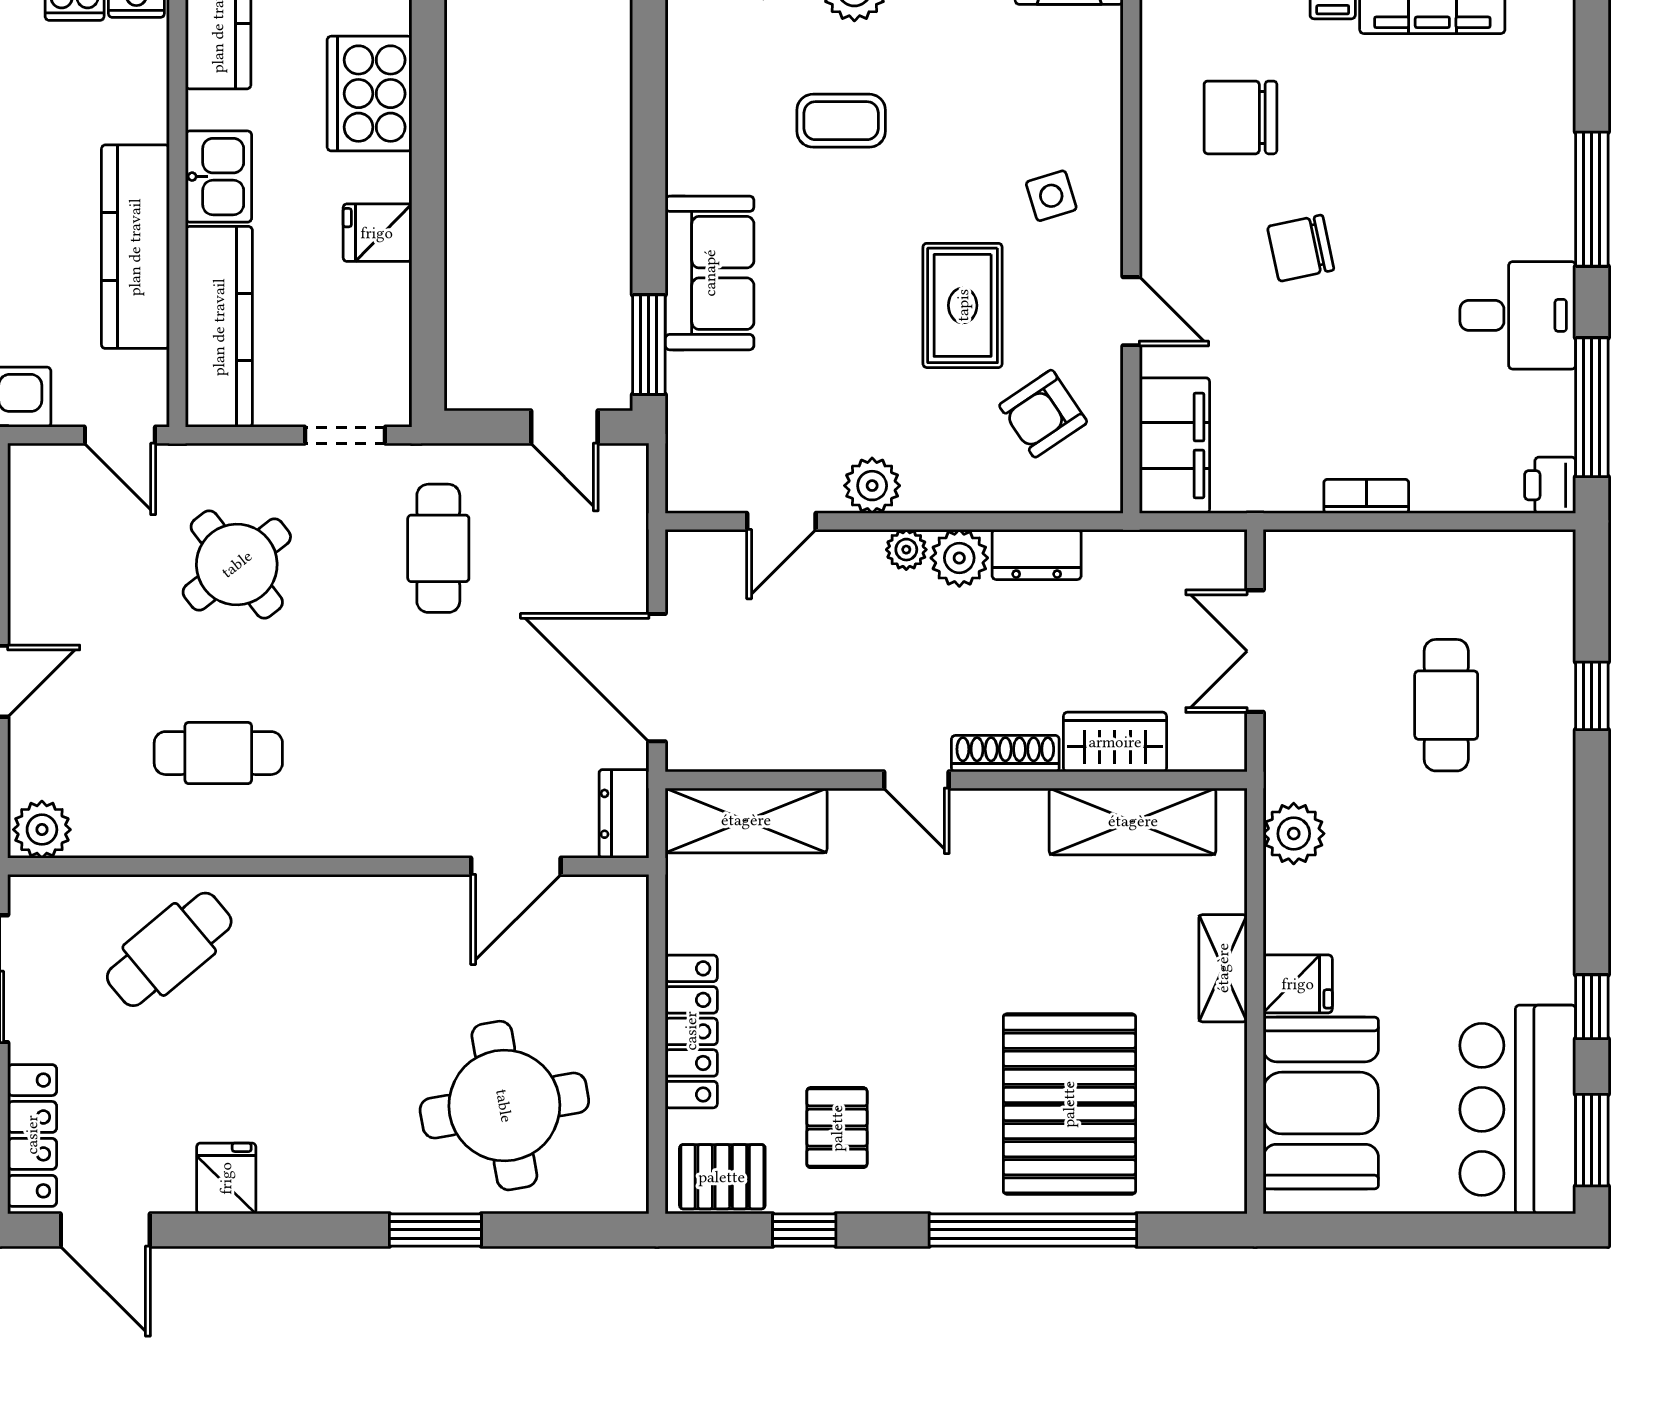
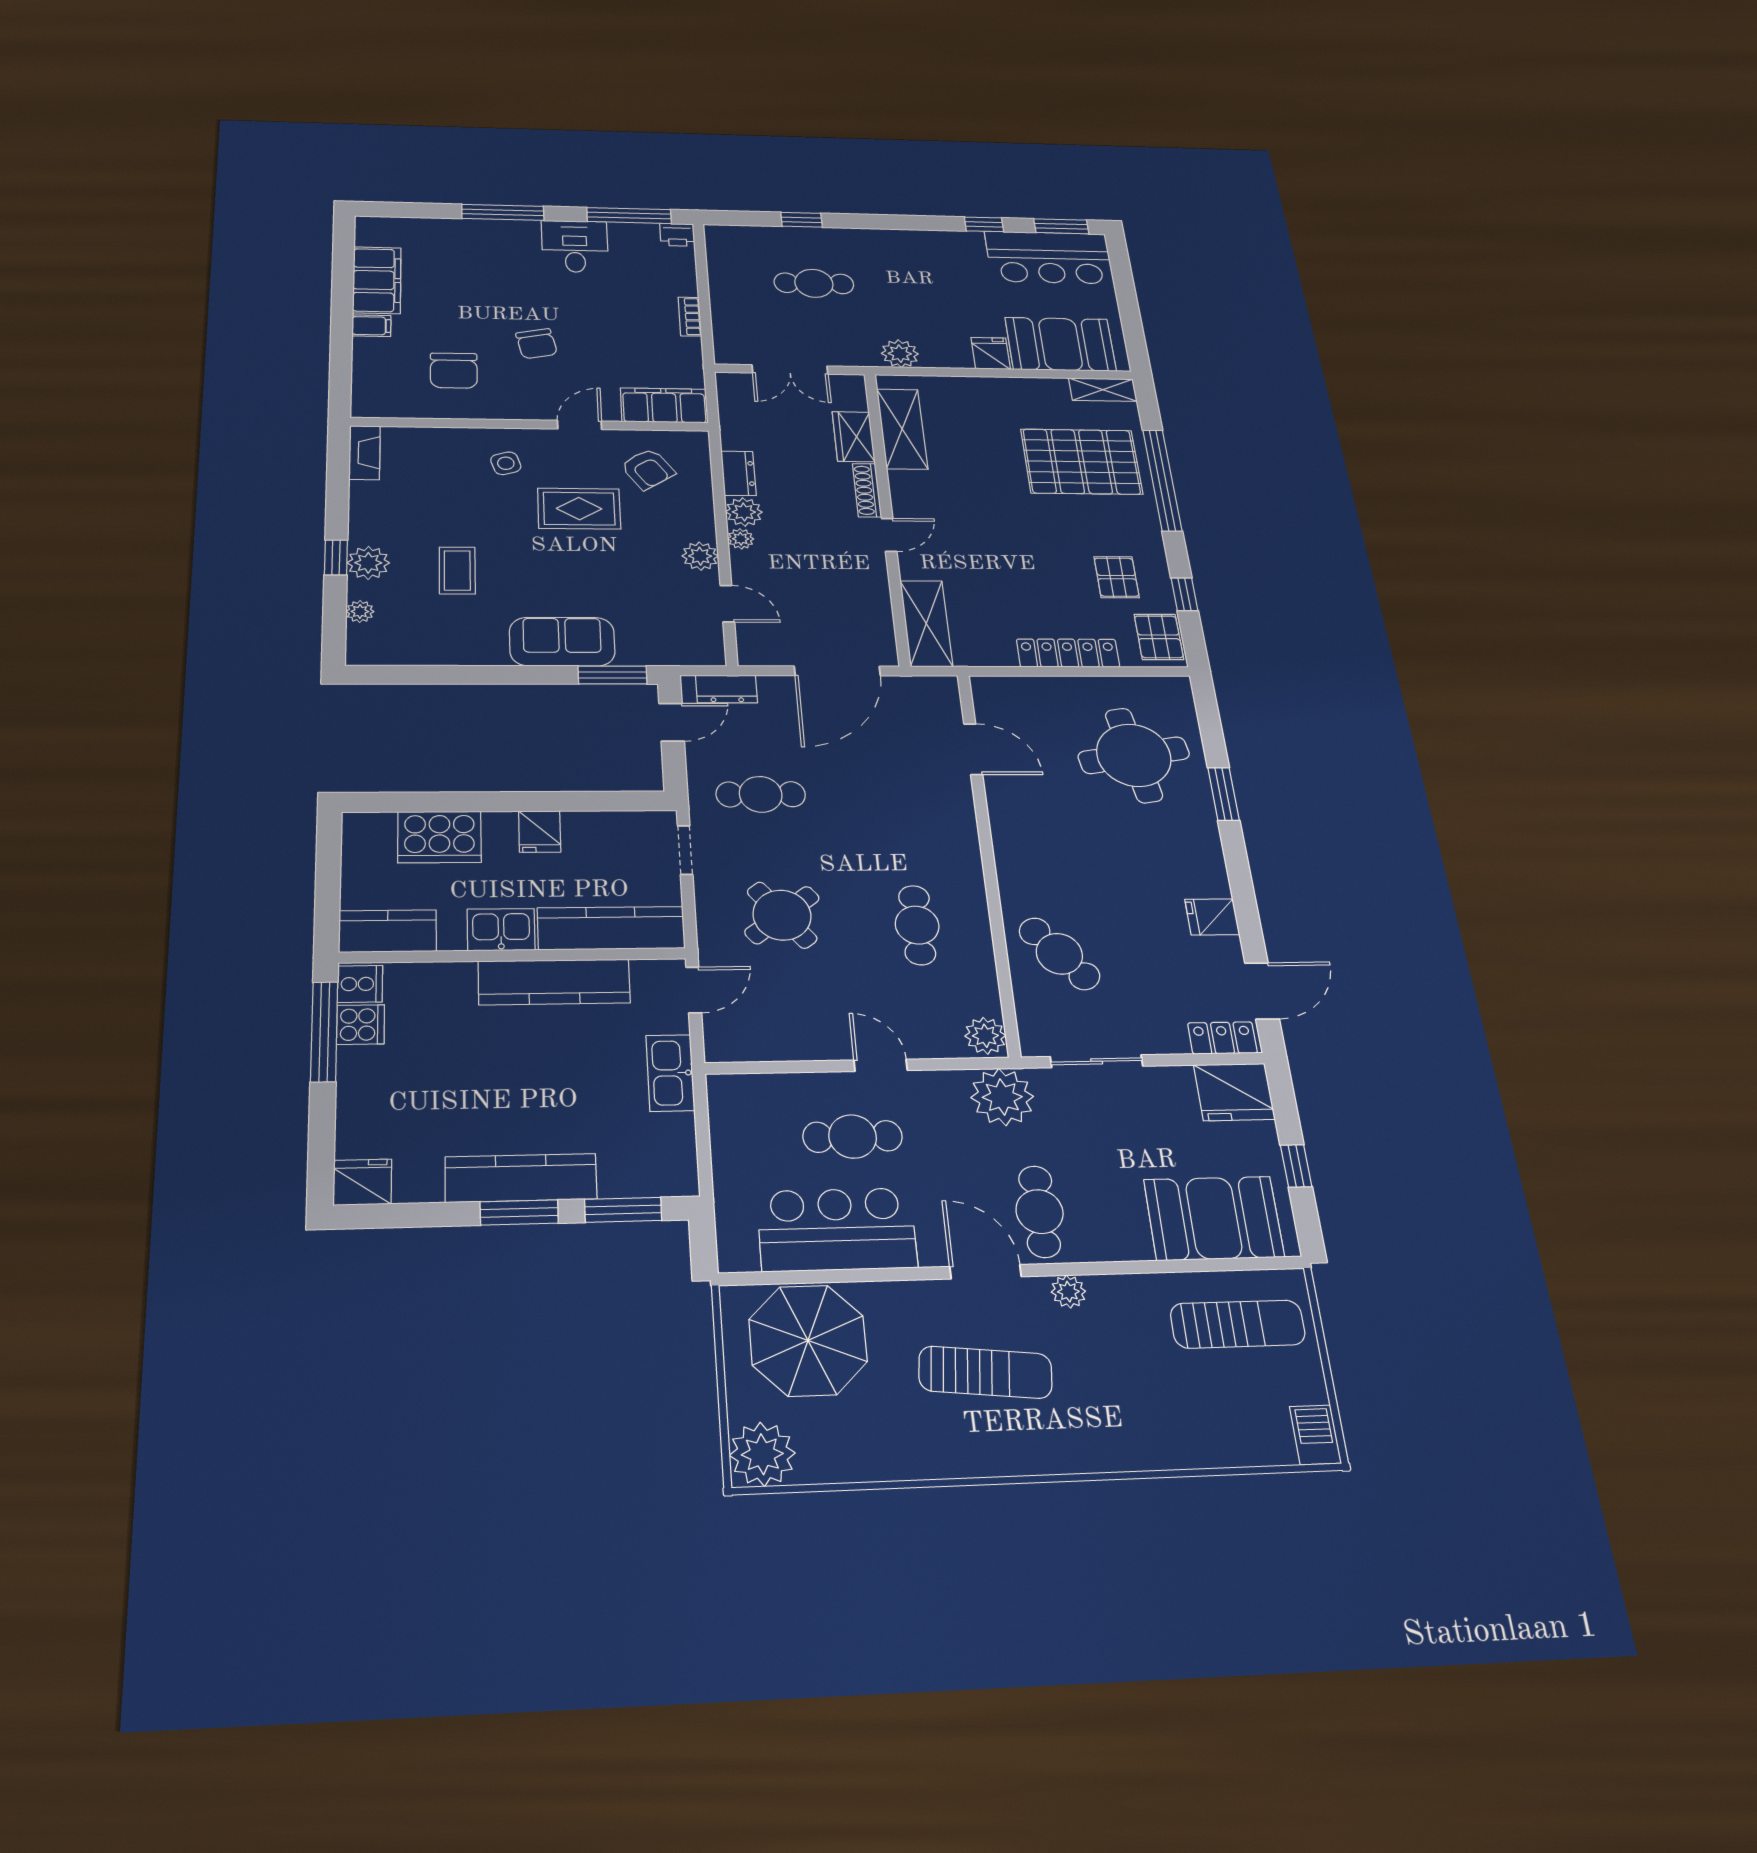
dresser: (624, 814) -> (726, 689), moved
shelving: (1223, 968) -> (1103, 390), moved
pallet: (837, 1128) -> (1117, 577), turned 90
locker: (32, 1135) -> (1222, 1038), width x0.66

